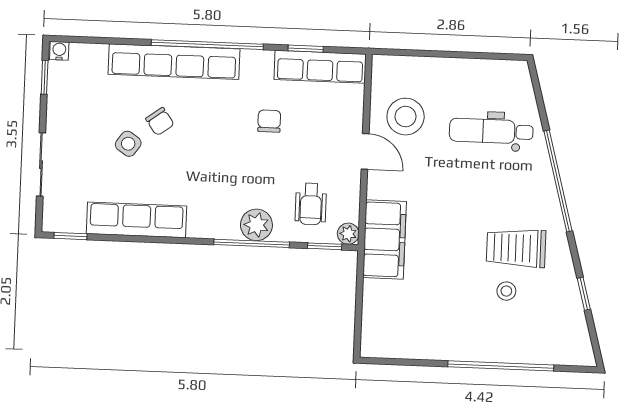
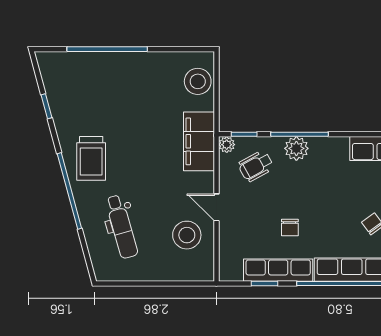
row of seats: (320, 67) -> (278, 270), moved
dental chair: (491, 131) -> (121, 227), turned 74
wheelchair: (311, 204) -> (256, 166), turned -119
trolley: (516, 248) -> (91, 158), moved, turned 90
stool: (506, 291) -> (198, 81), moved, width x1.89, depth x1.89

